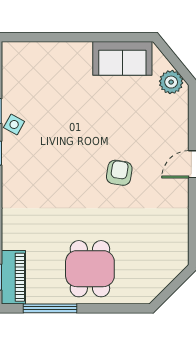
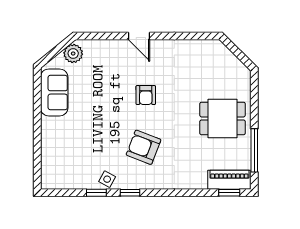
armchair: (54, 170) -> (144, 147), added
armchair: (119, 173) -> (146, 95), turned -99

